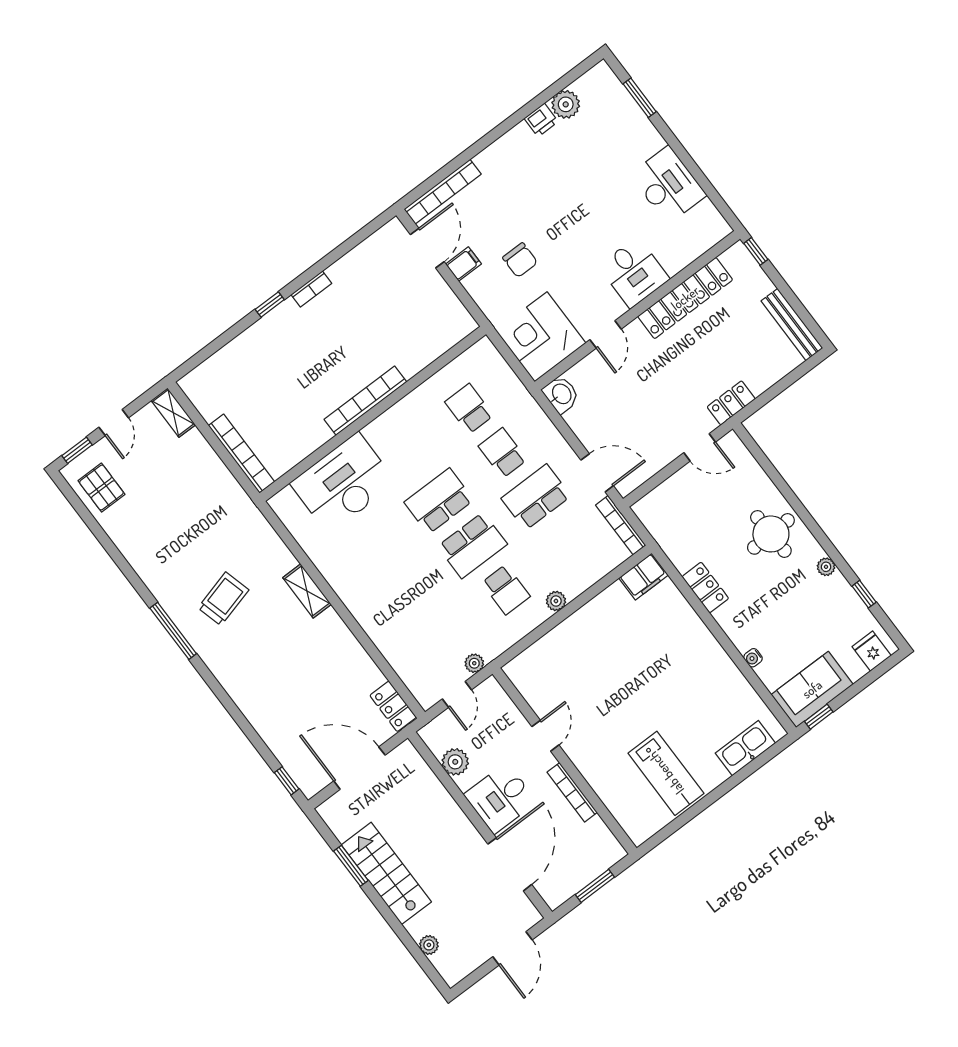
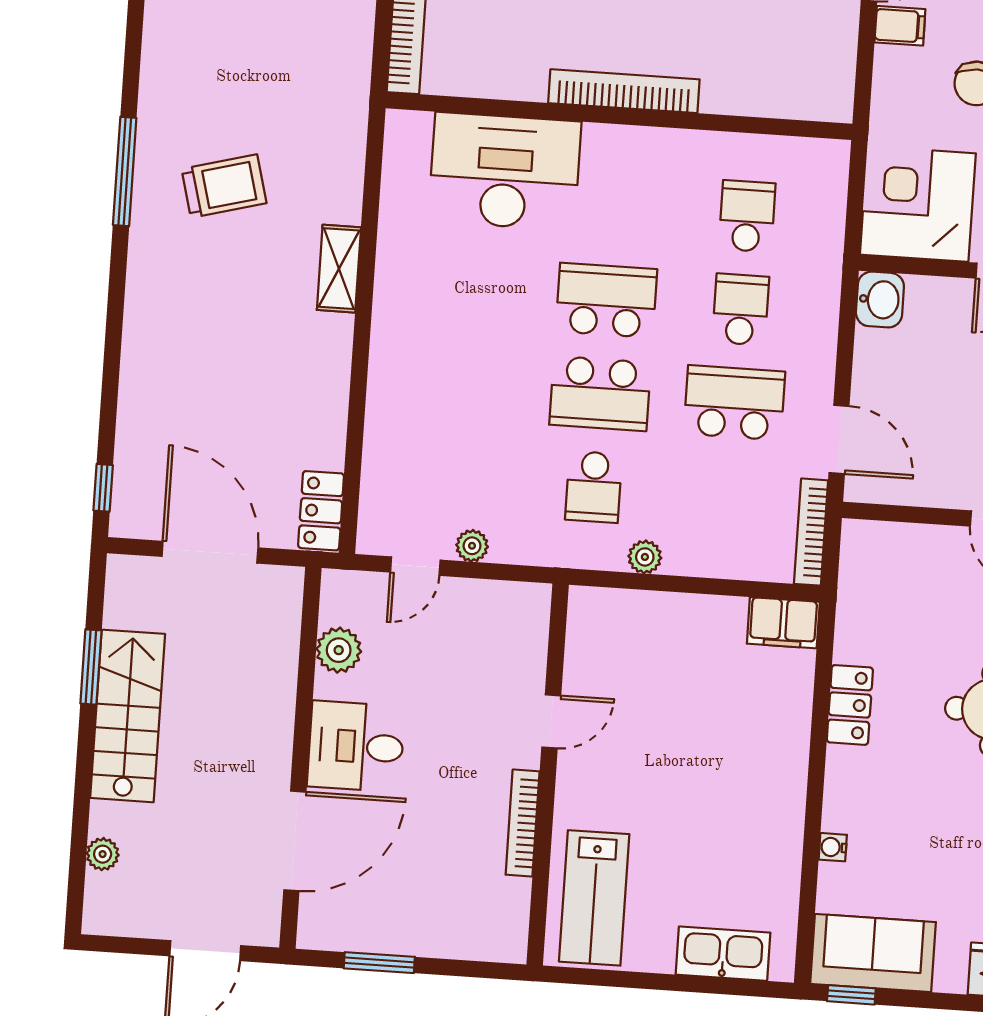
door: (545, 736) -> (551, 721), moved
wall: (564, 761) -> (548, 775), moved
bookcase: (572, 792) -> (523, 823), moved

